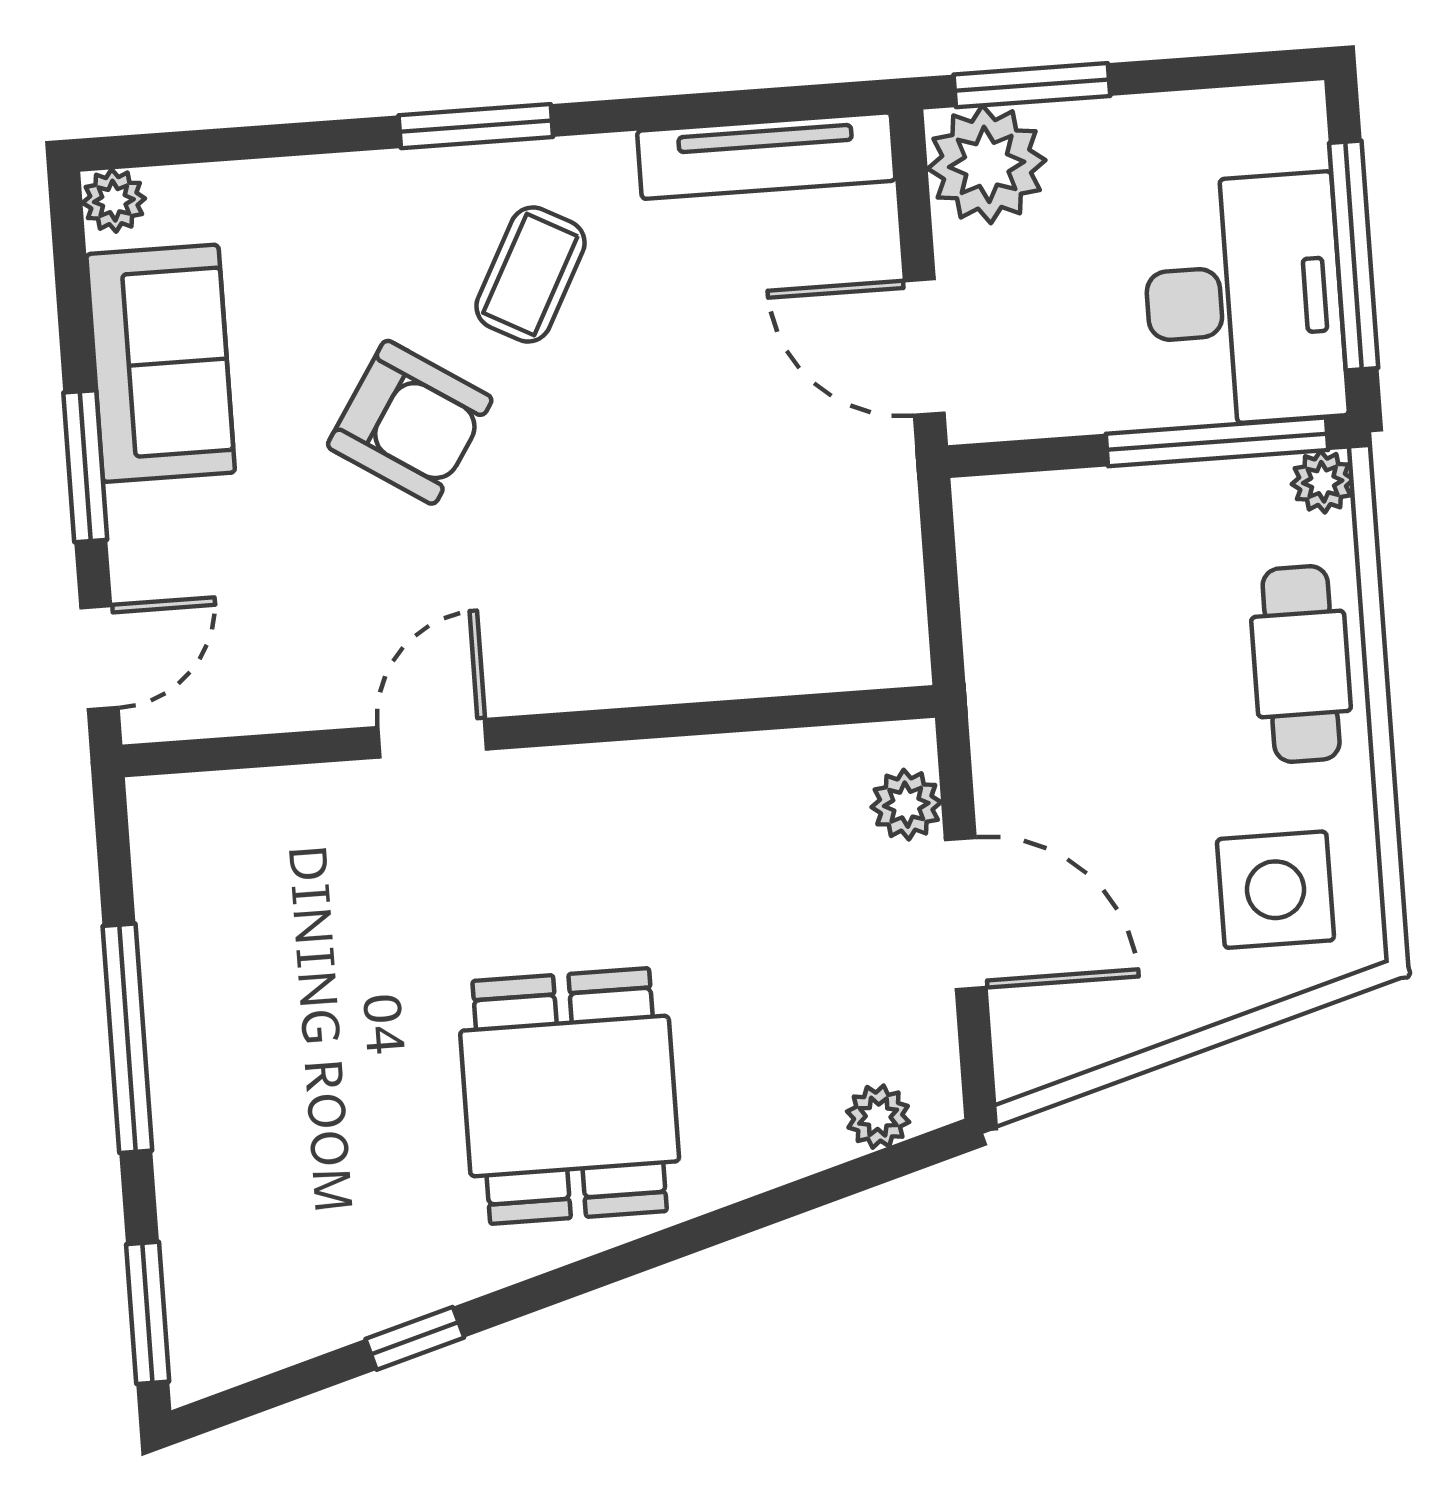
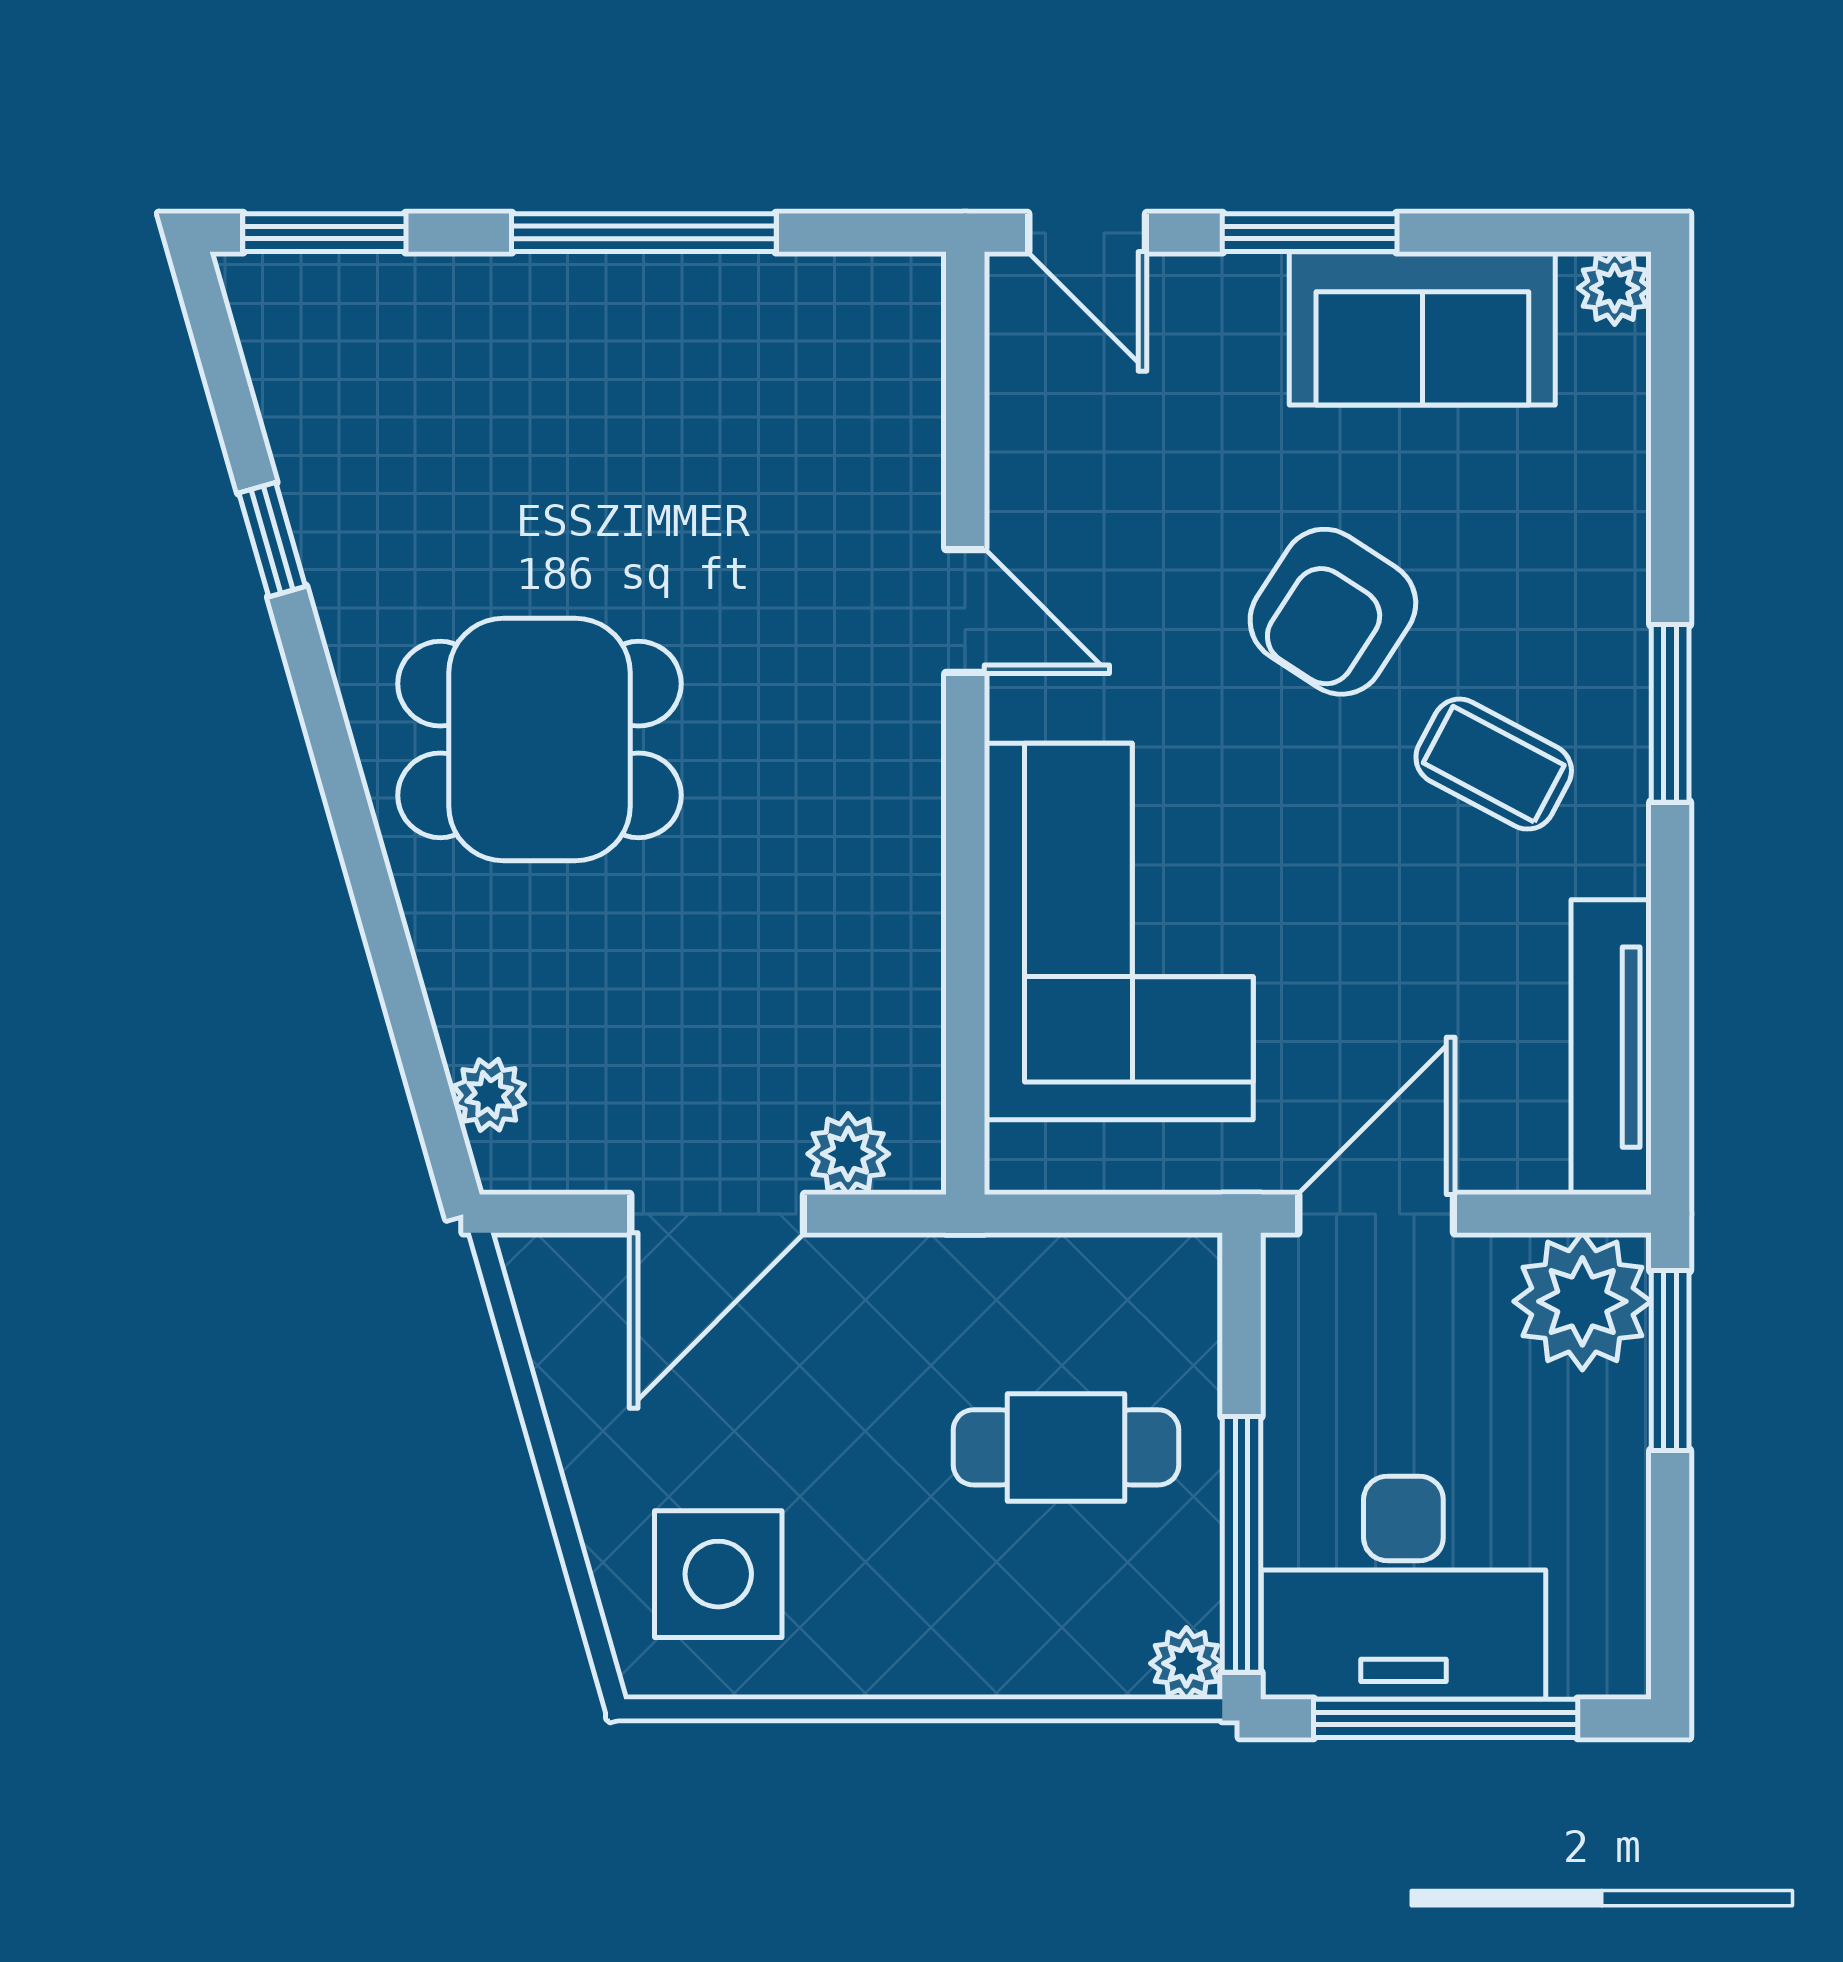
corner sofa: (698, 586) -> (1119, 931), added
cafe table: (1301, 664) -> (1066, 1447), moved

